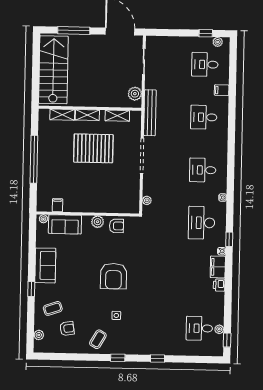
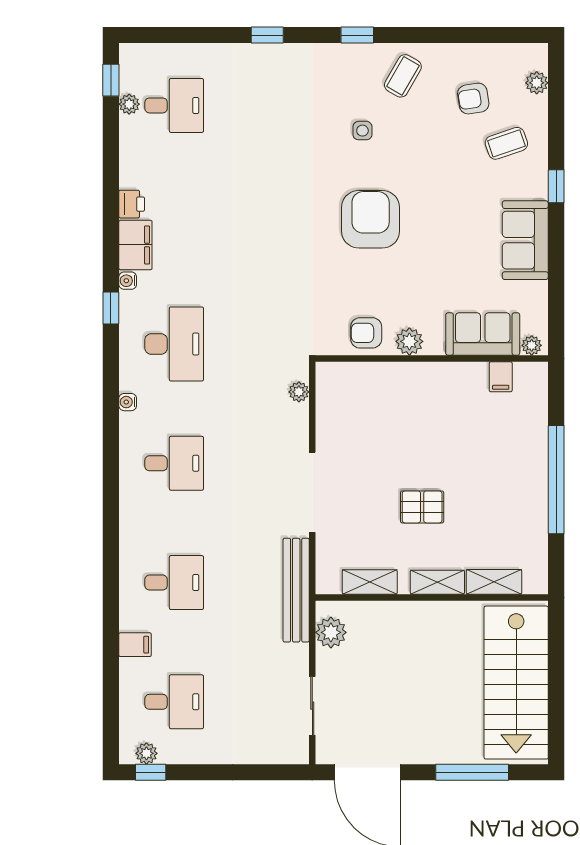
window: (206, 33) -> (151, 772), moved
pallet: (93, 148) -> (422, 507), width x0.49, depth x0.50

